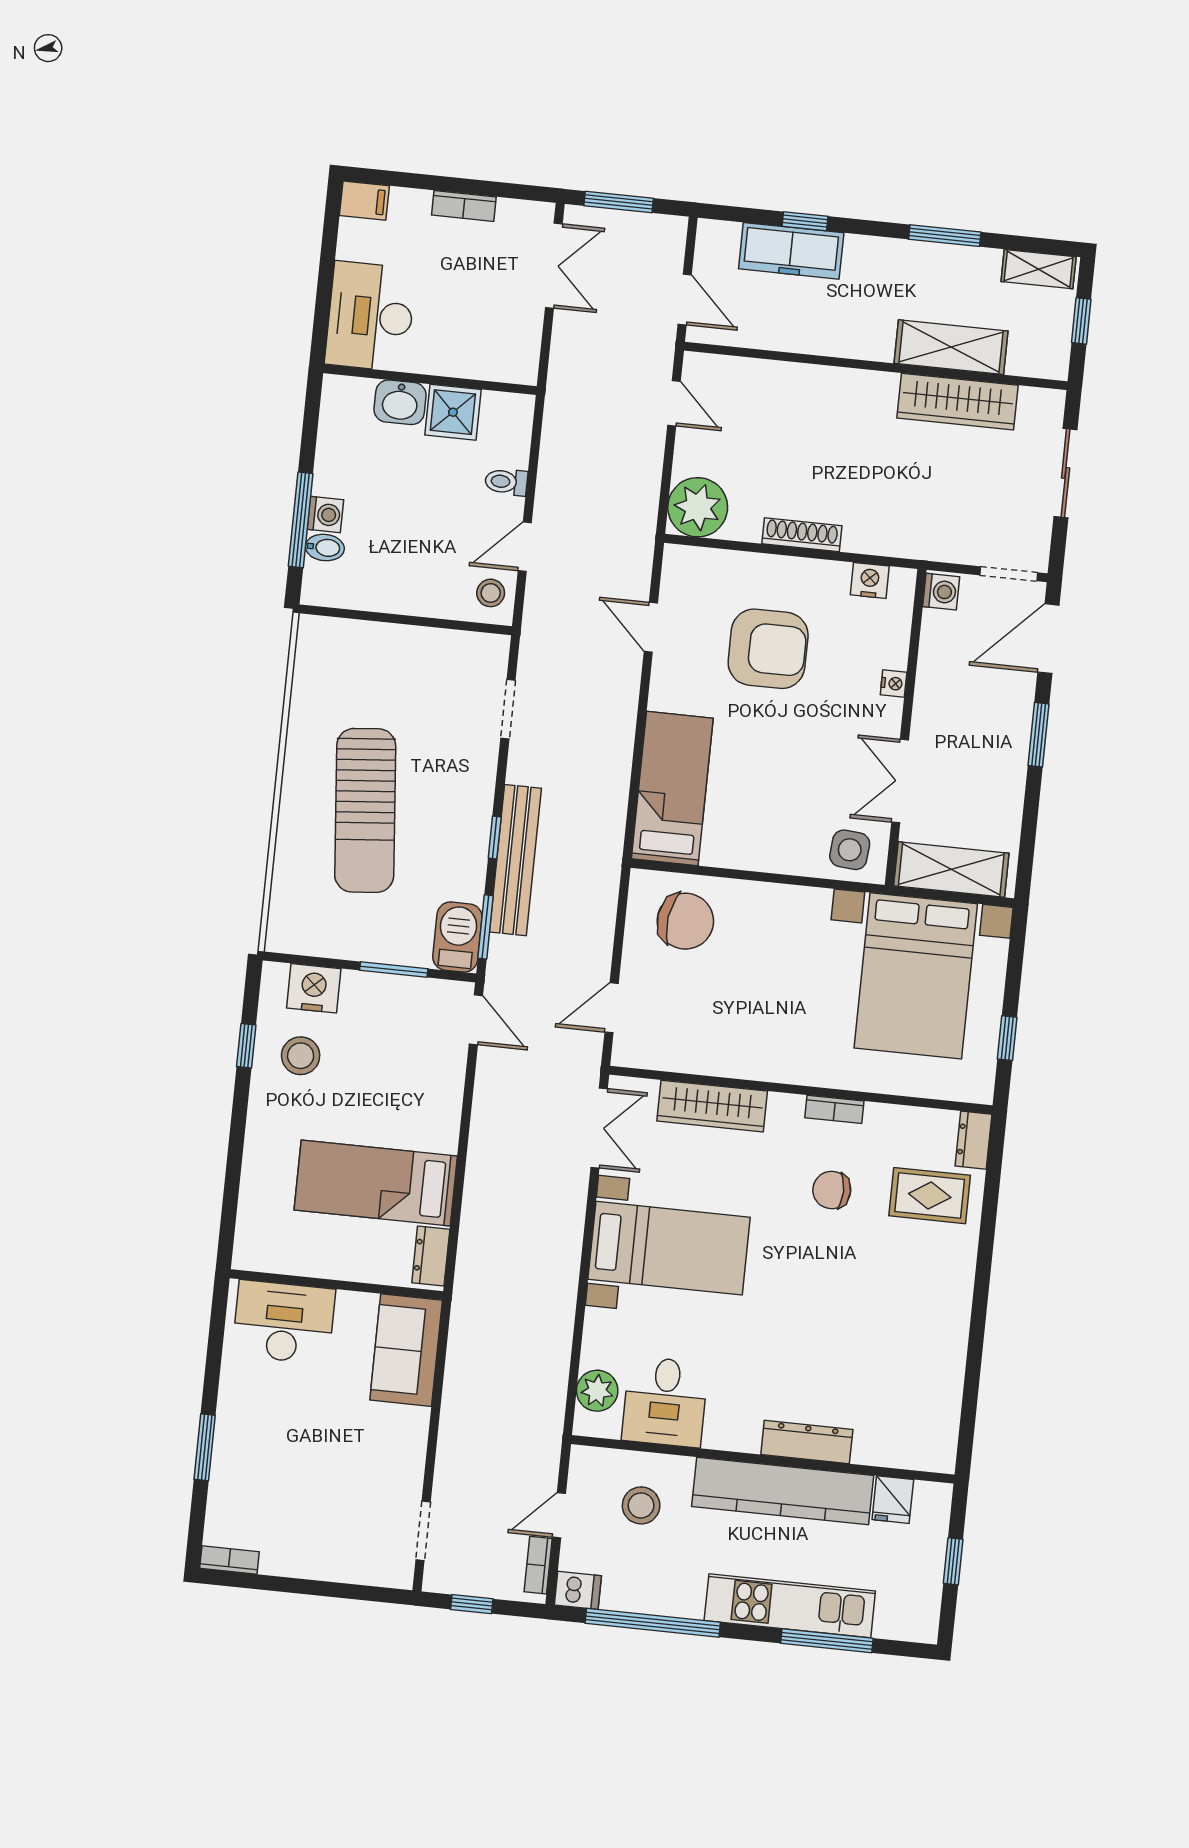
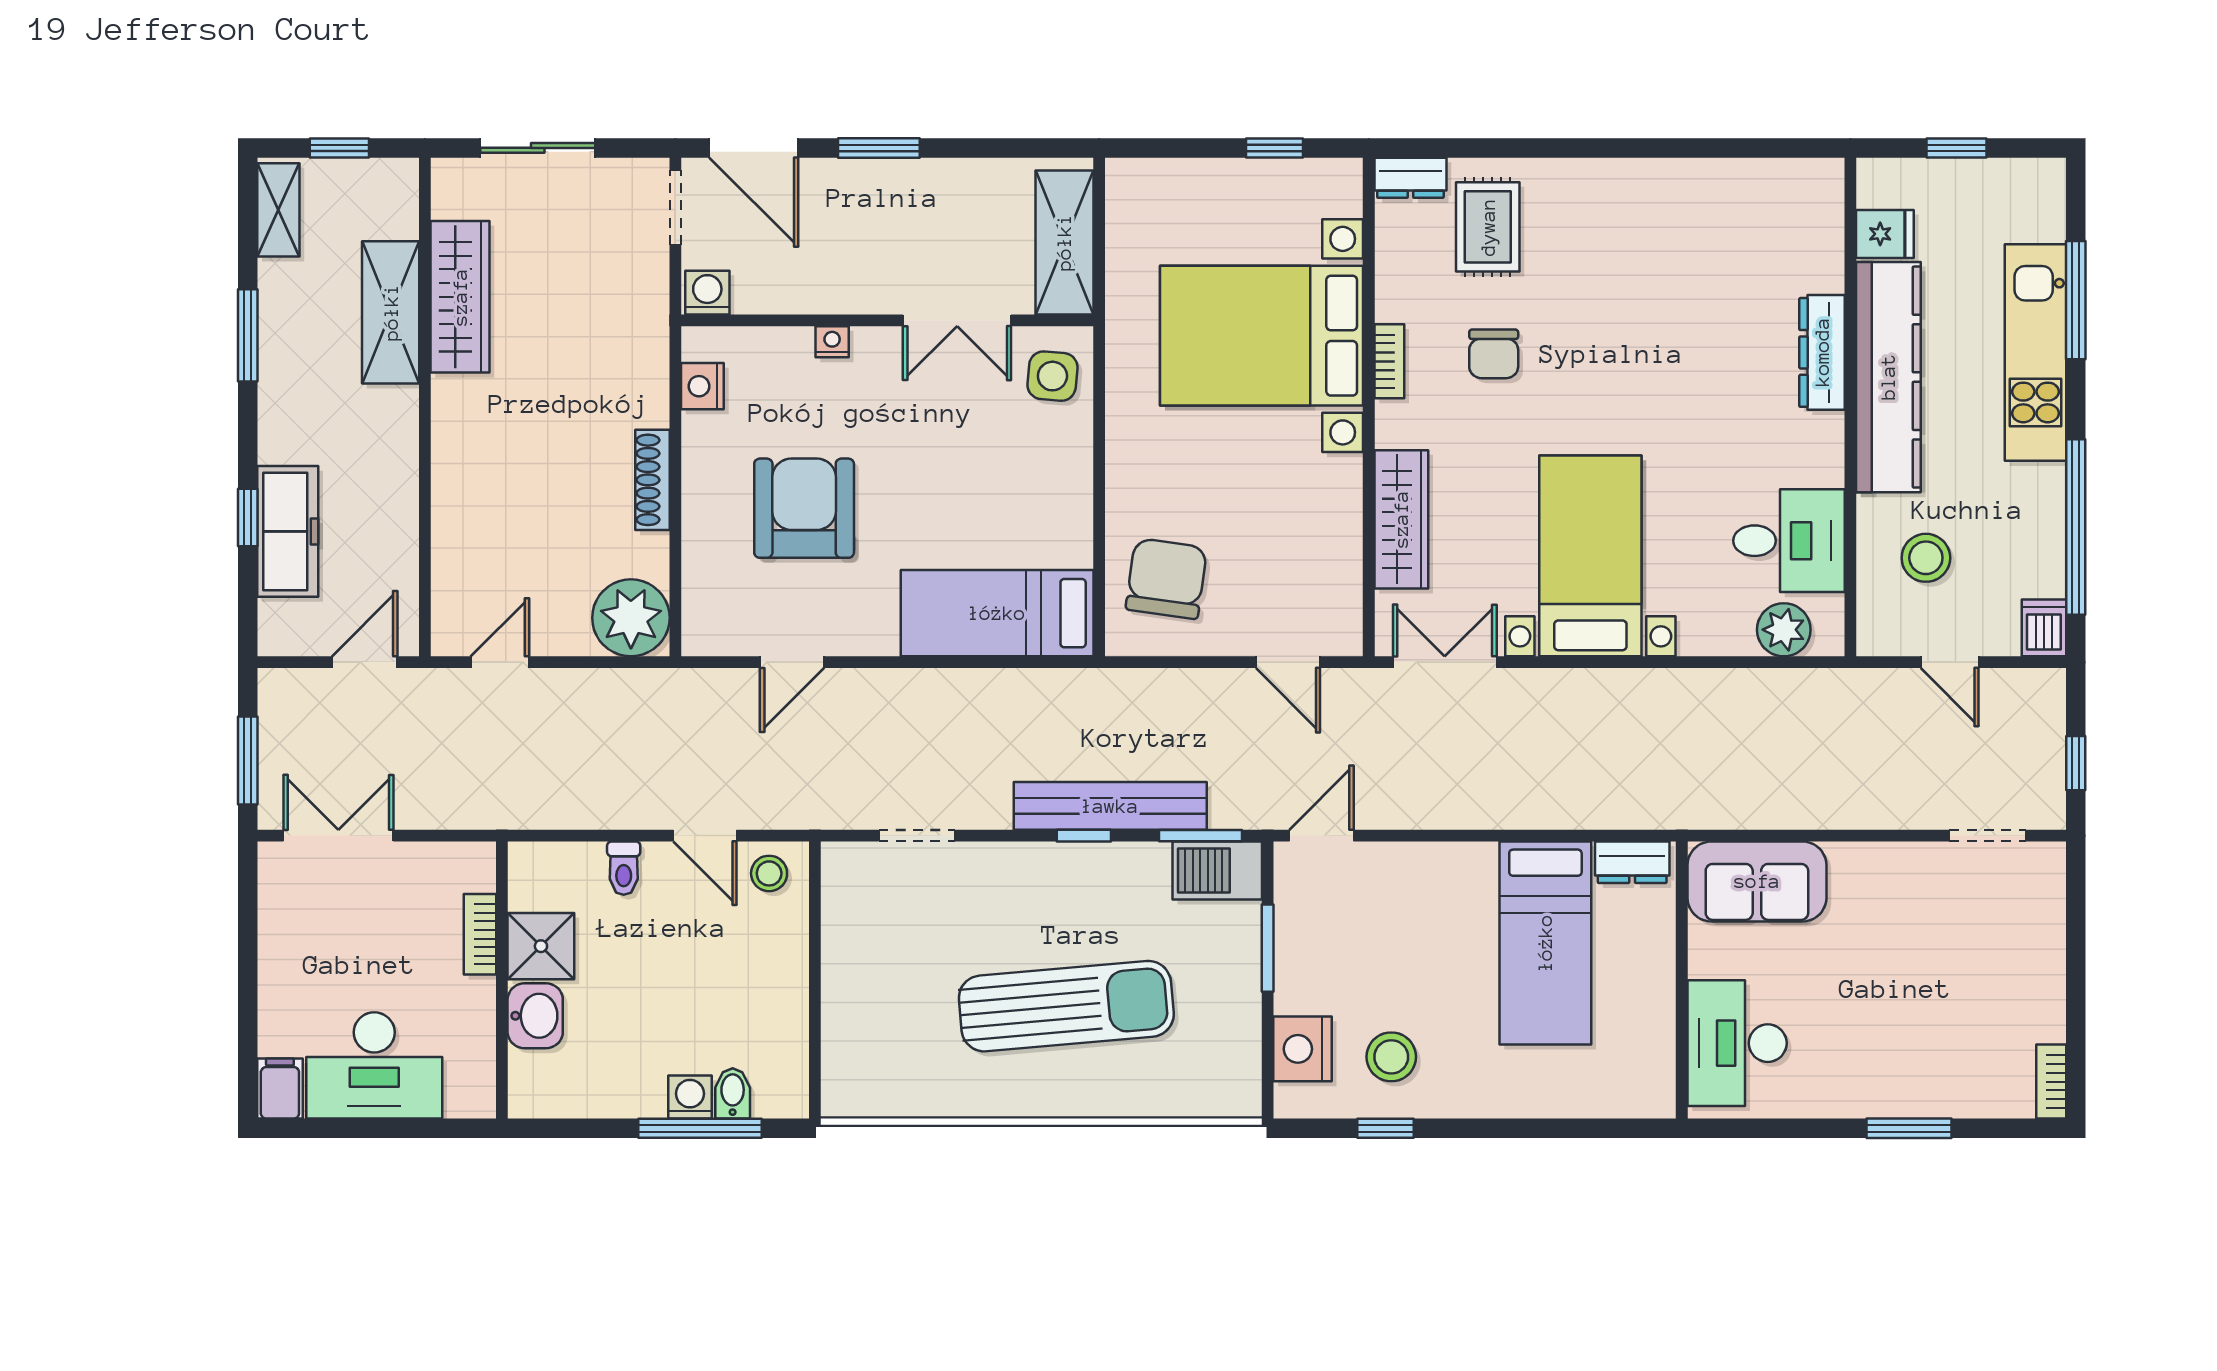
bookcase: (464, 206) -> (480, 934), moved, turned 180
desk: (370, 316) -> (374, 1065), moved
bed with nightstands: (916, 976) -> (1262, 336), moved, turned 180
bookcase: (538, 1565) -> (2017, 683), removed

